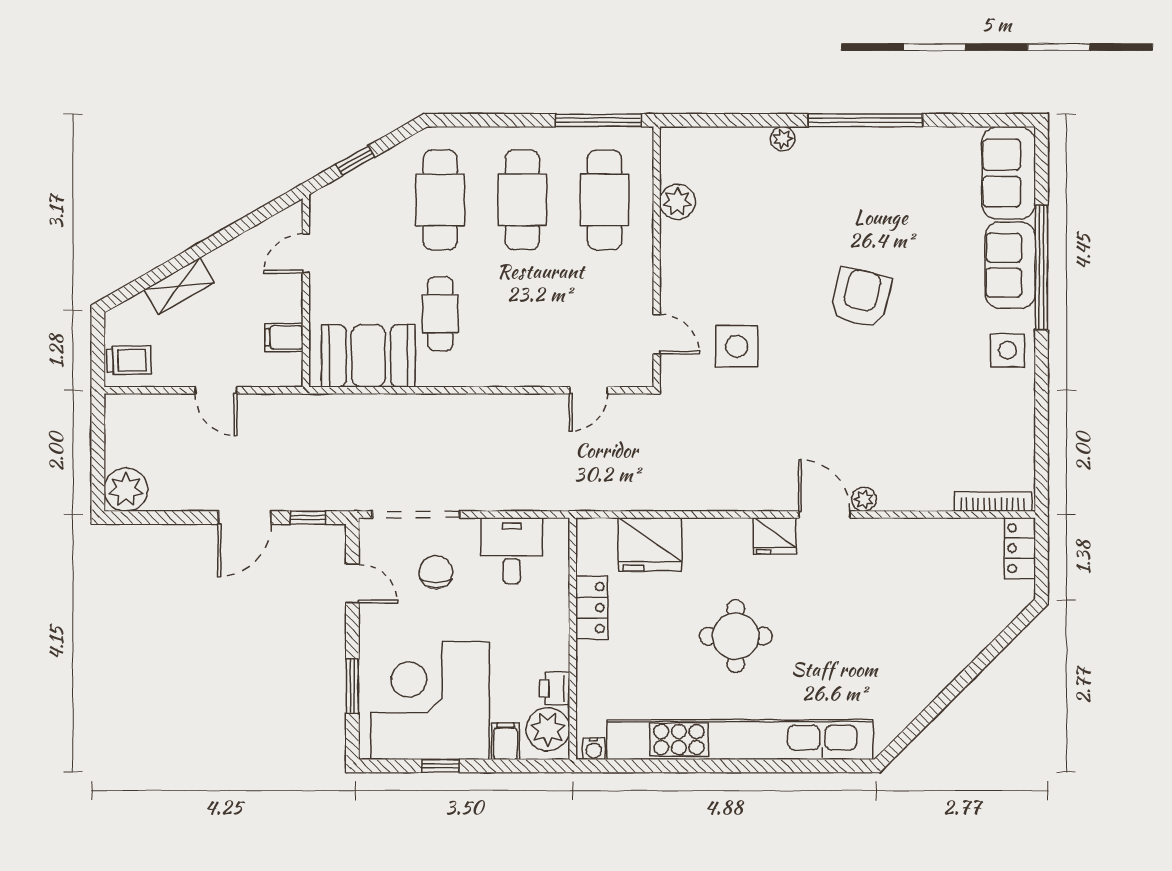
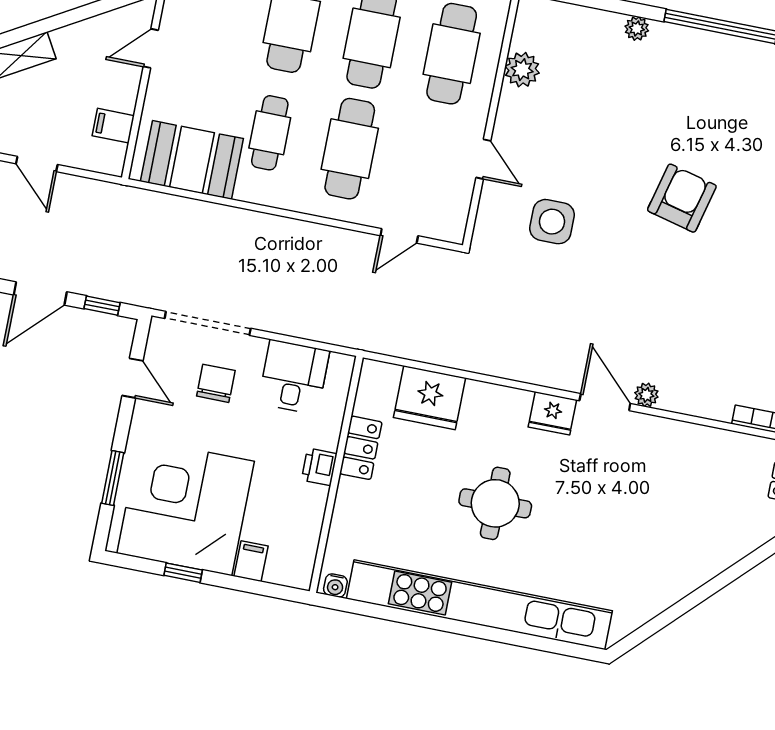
cafe table: (522, 314) -> (350, 149), added
door: (657, 334) -> (483, 159), moved
printer: (555, 688) -> (319, 467), moved
plant: (548, 729) -> (295, 558), removed

